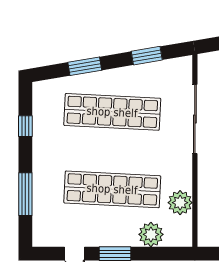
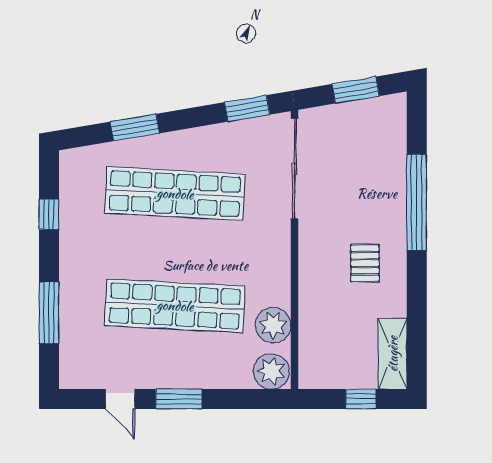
window: (147, 56) -> (247, 108), moved
sliding door: (195, 119) -> (295, 169), moved
plant: (151, 234) -> (271, 371), moved

